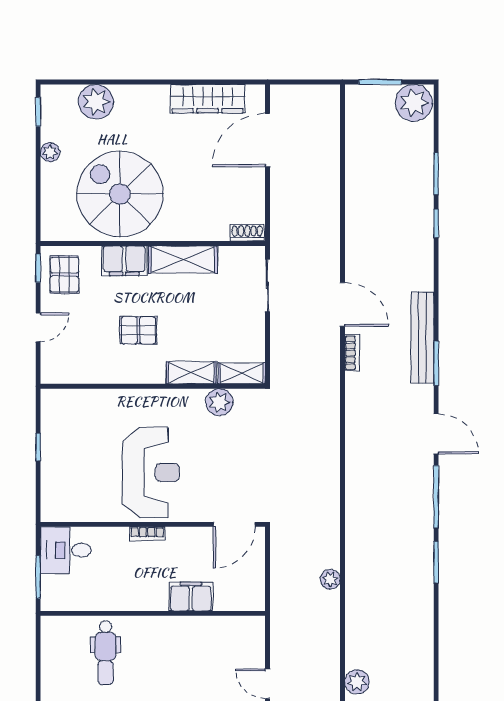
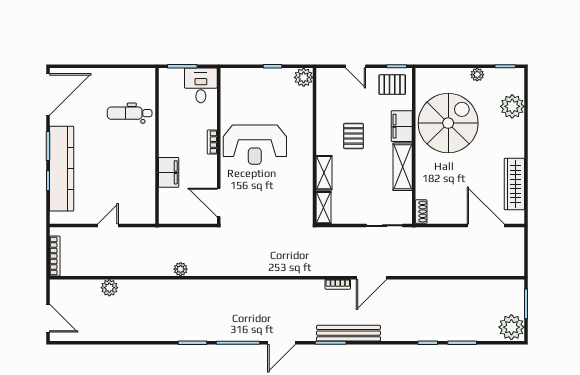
plant: (219, 402) -> (304, 77), moved

